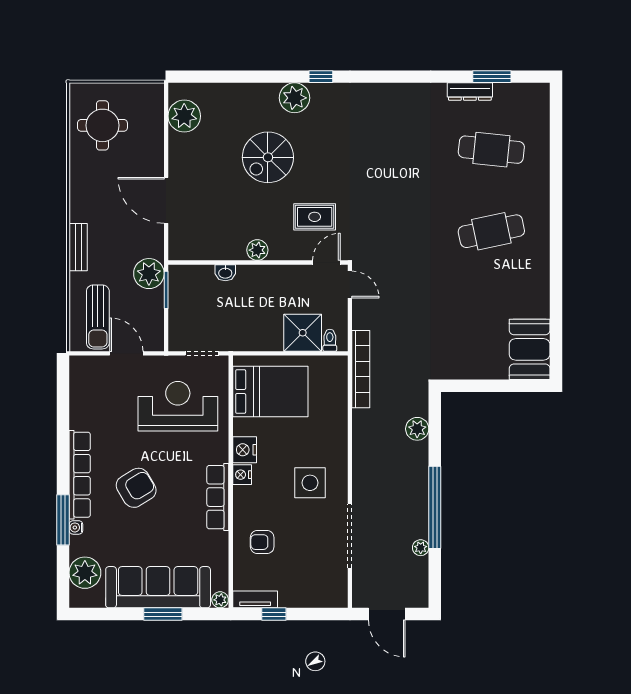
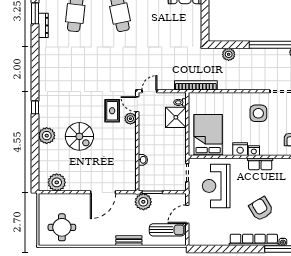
plant: (295, 98) -> (47, 136), moved
plant: (257, 250) -> (130, 119), moved
row of seats: (218, 497) -> (260, 164), width x0.68

